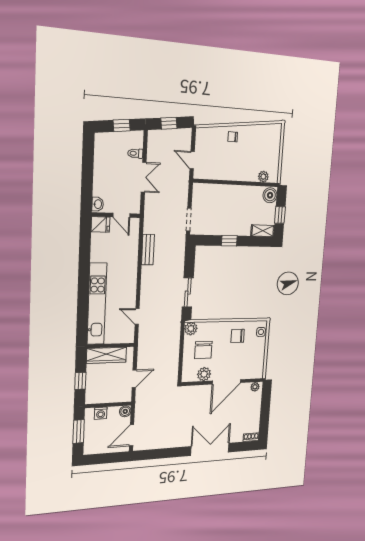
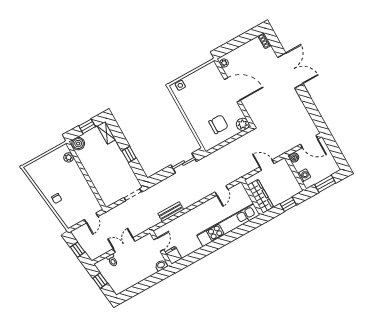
plant: (191, 329) -> (208, 144), removed
chair: (238, 336) -> (193, 103), removed
plant: (204, 374) -> (243, 124), moved
double door: (210, 449) -> (290, 70), swing flipped

